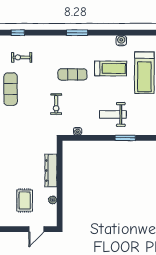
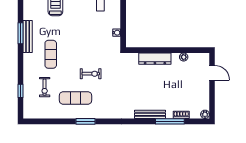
bench: (74, 40) -> (28, 36), added
exercise mat: (72, 74) -> (51, 54), moved
exercise bike: (56, 104) -> (91, 74), moved
rug: (25, 200) -> (184, 84), removed

